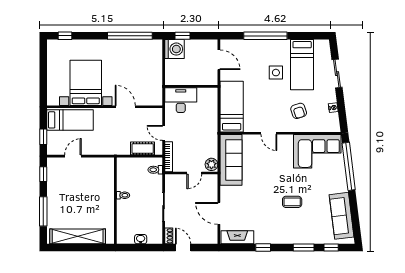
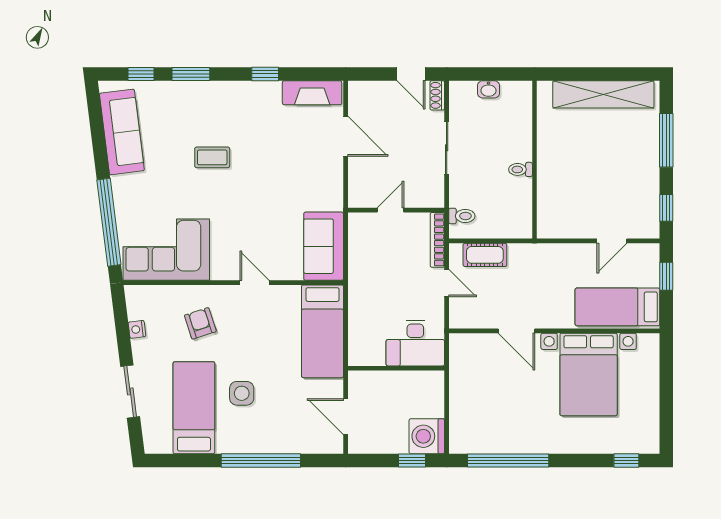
sofa: (231, 160) -> (324, 246), width x0.73
plant: (211, 164) -> (359, 226), removed

